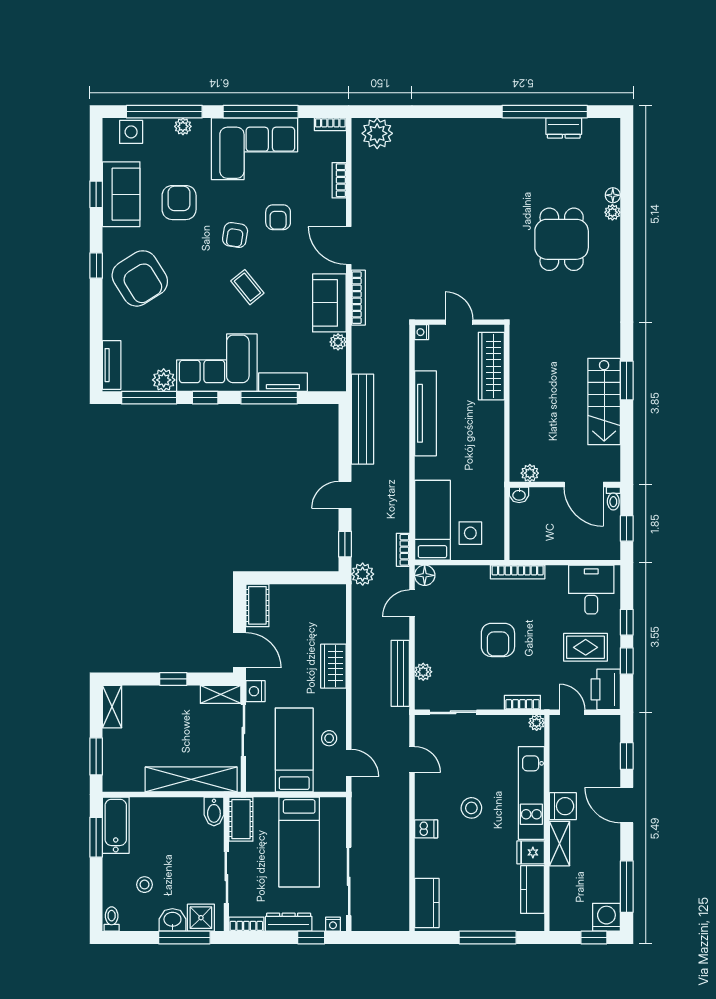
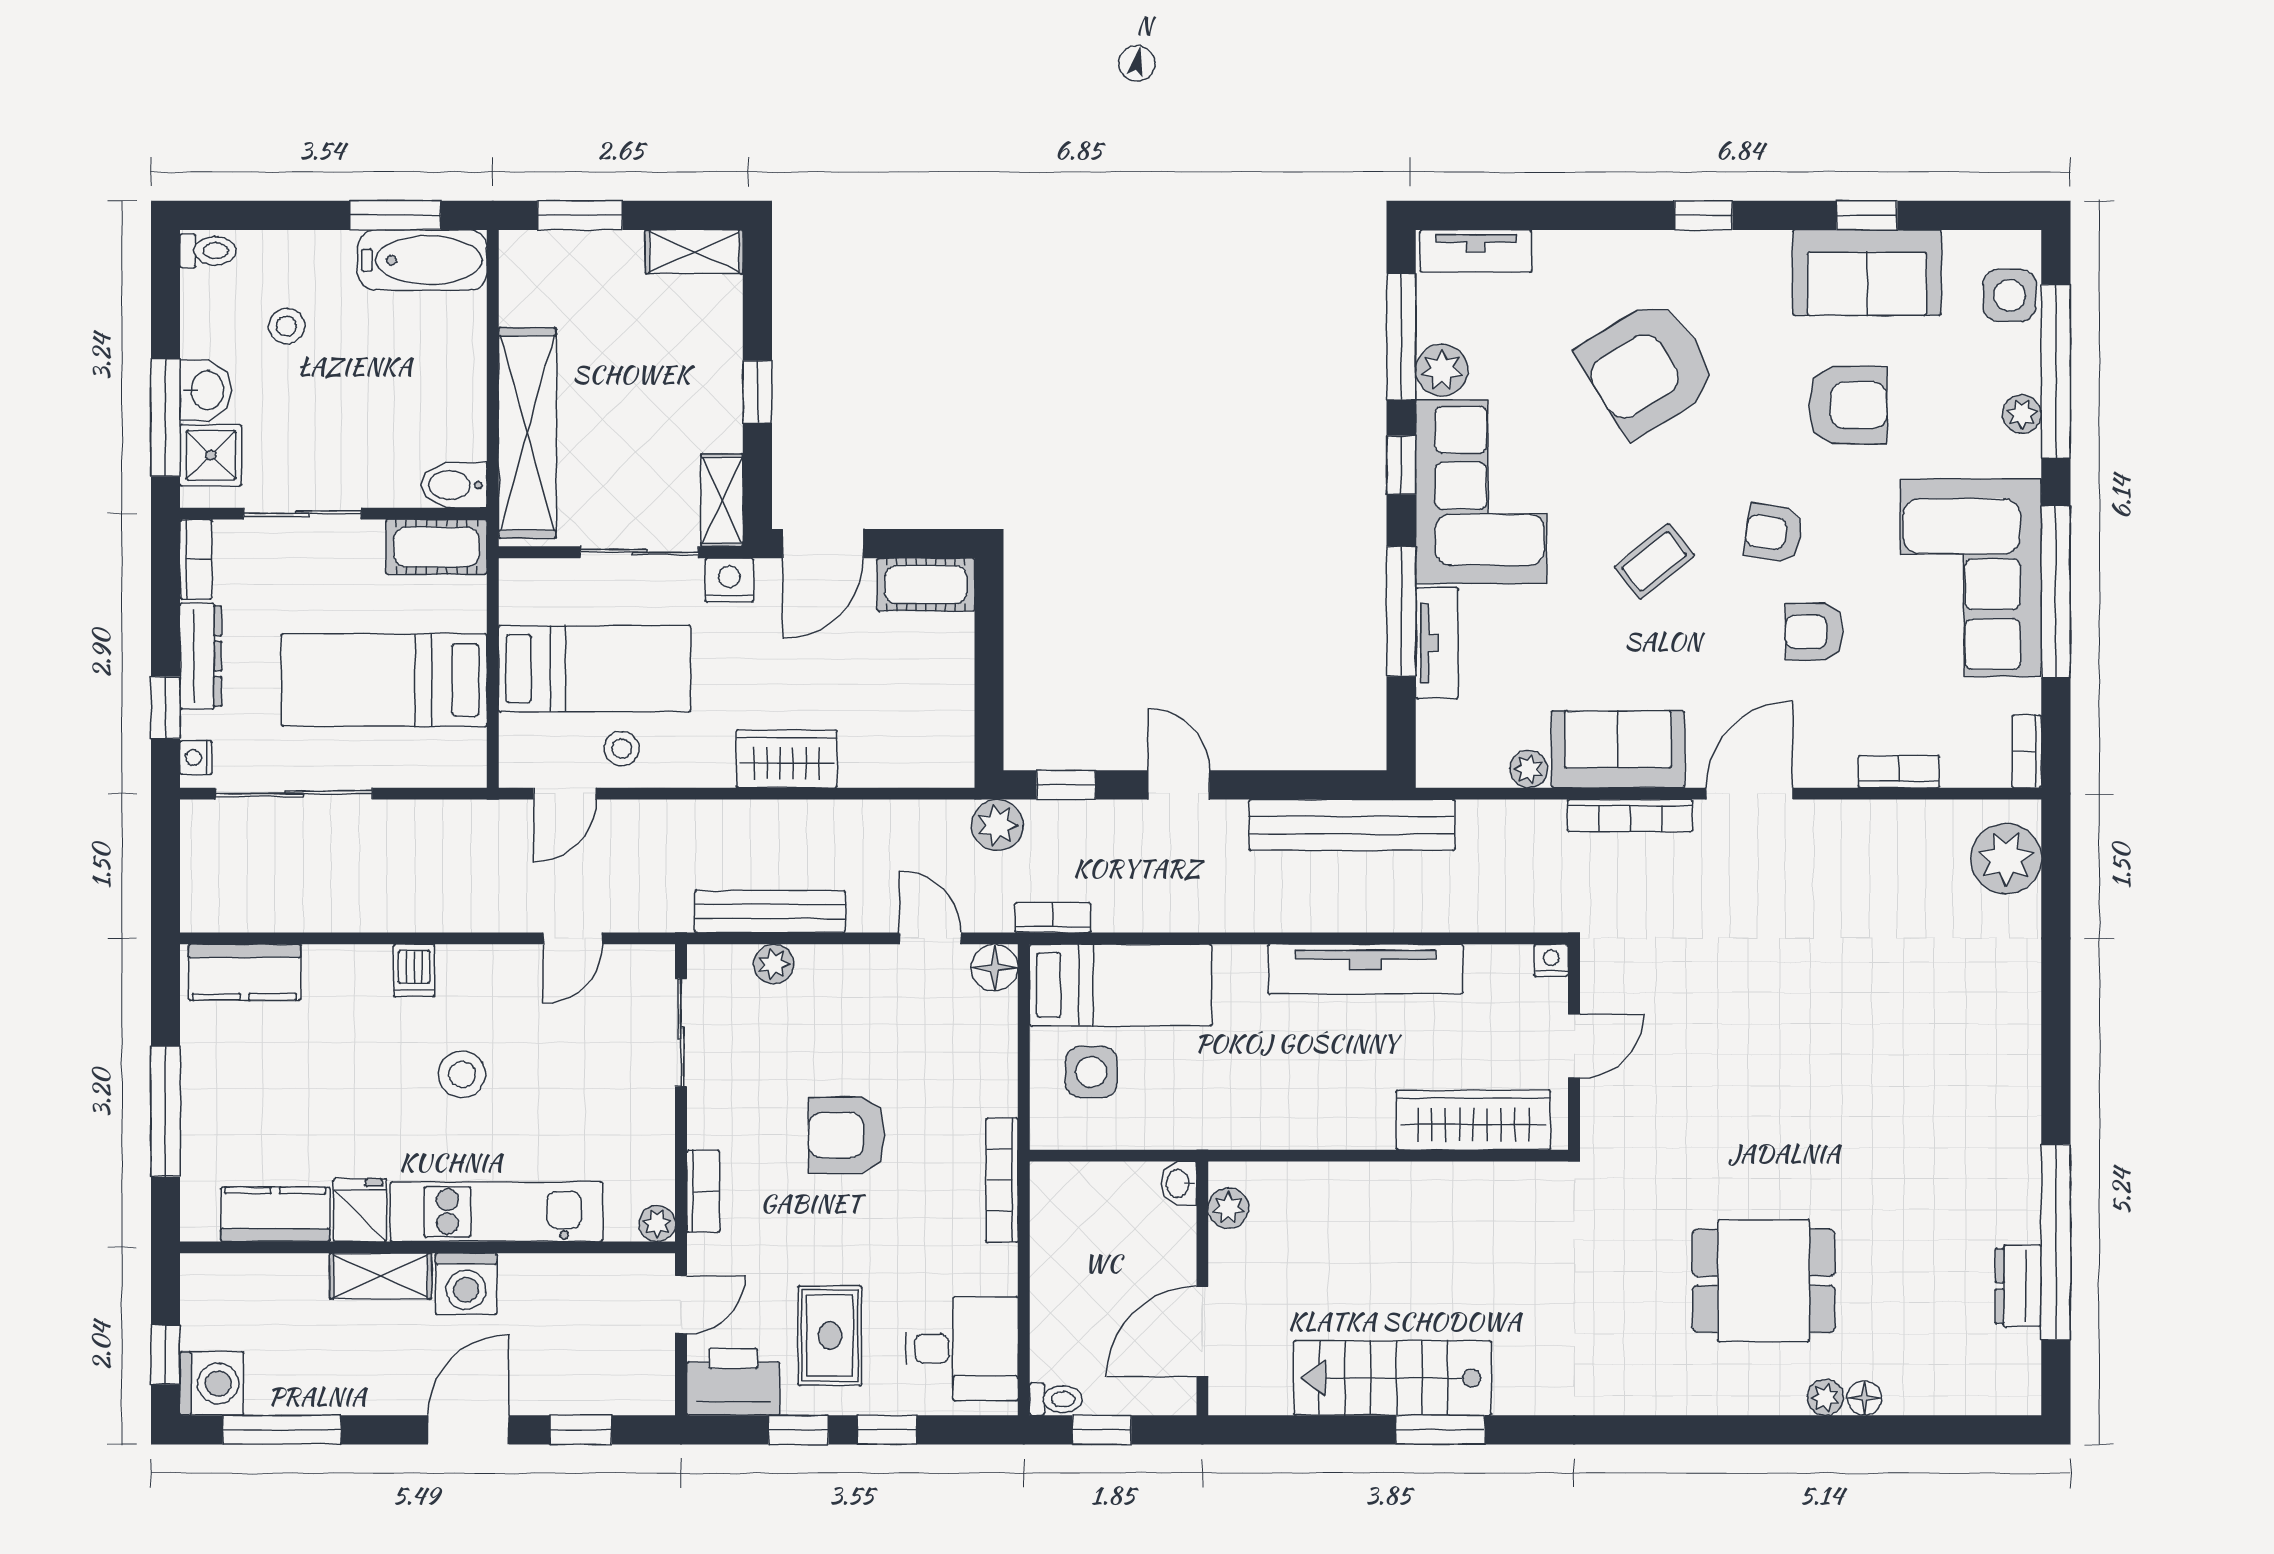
armchair: (140, 278) -> (1648, 368), moved
toilet: (613, 499) -> (1056, 1399), moved, turned 180

